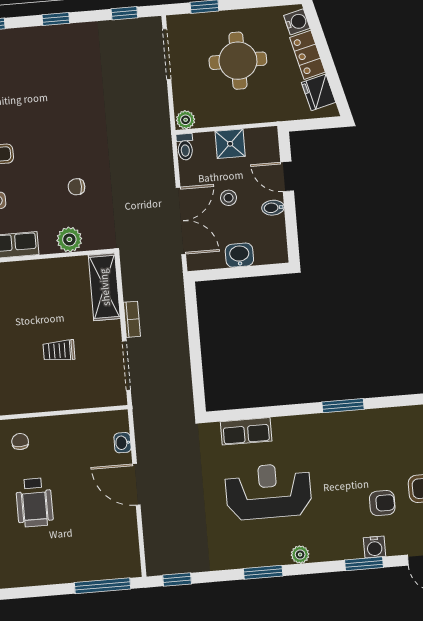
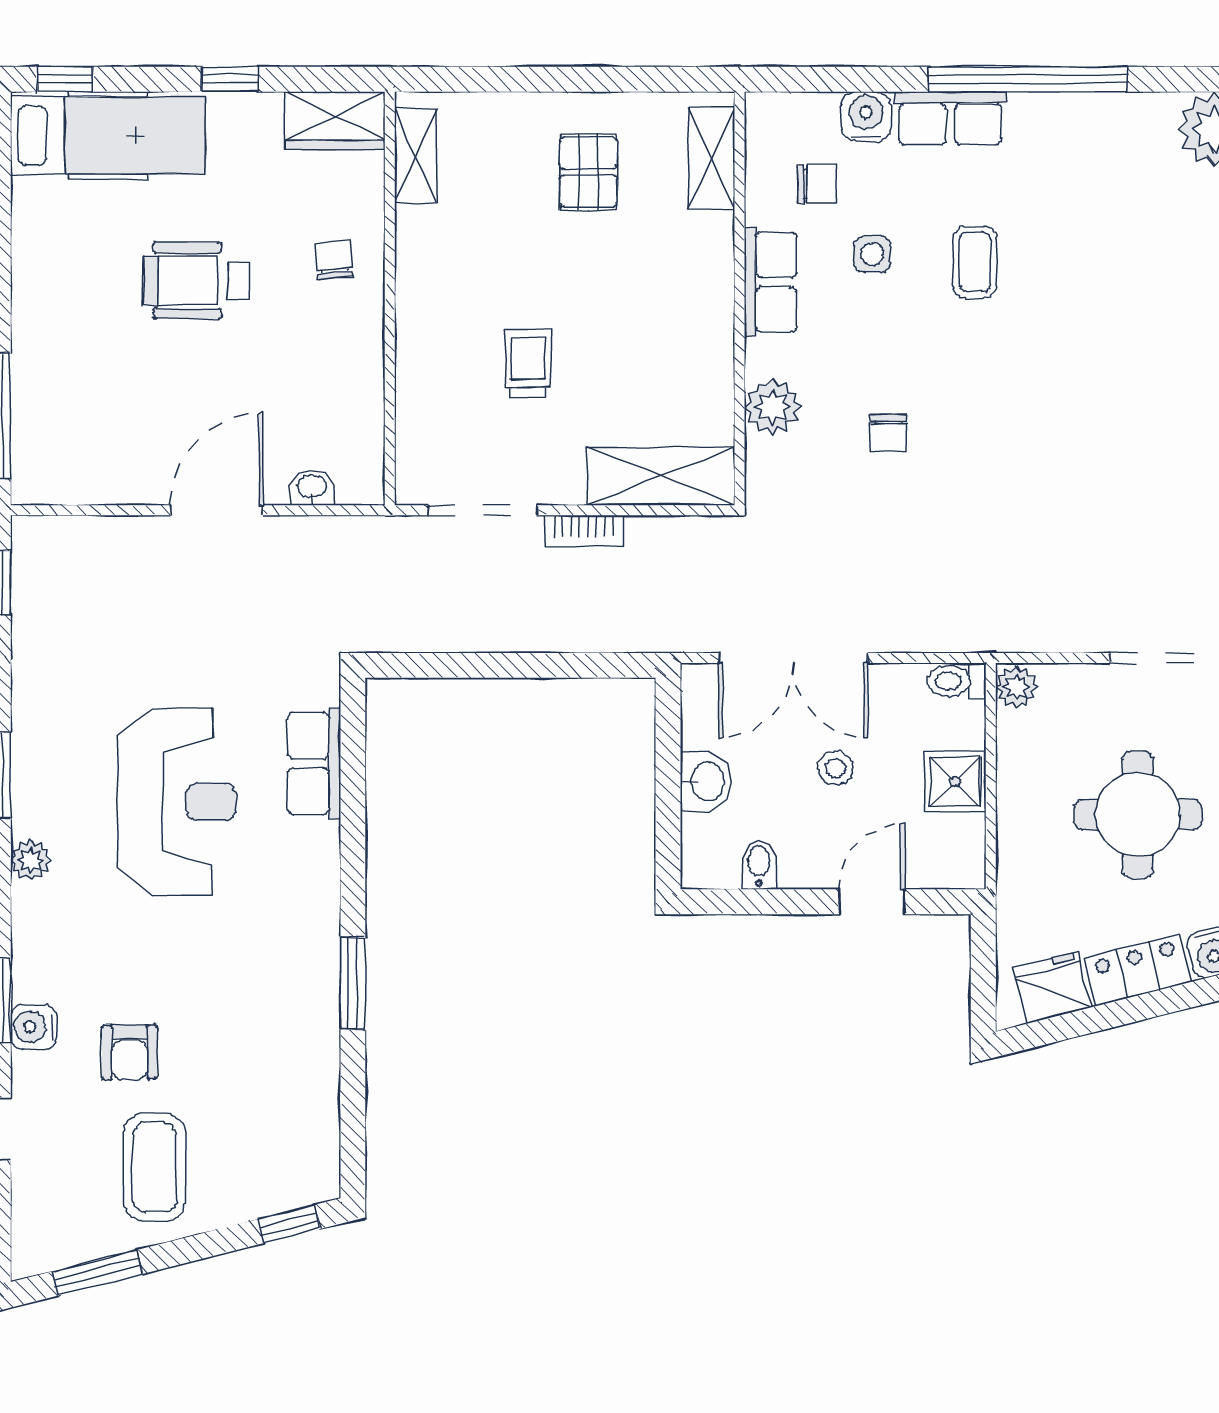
chair: (76, 187) -> (888, 433), turned 180
bidet: (273, 208) -> (759, 865), moved
chair: (20, 441) -> (334, 260), turned -95

